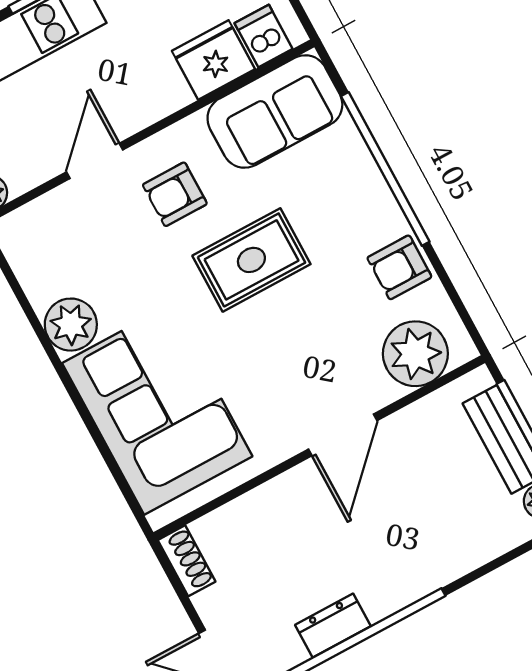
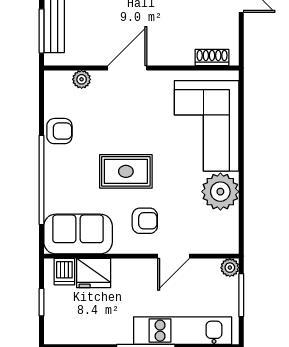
plant: (71, 325) -> (220, 192), width x1.36, depth x1.36
plant: (415, 354) -> (82, 79), width x0.53, depth x0.53
shoe rack: (187, 561) -> (212, 57), moved, turned 90

